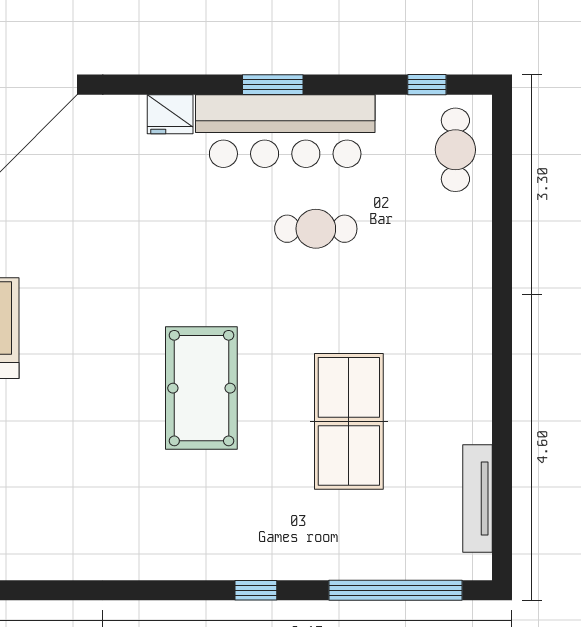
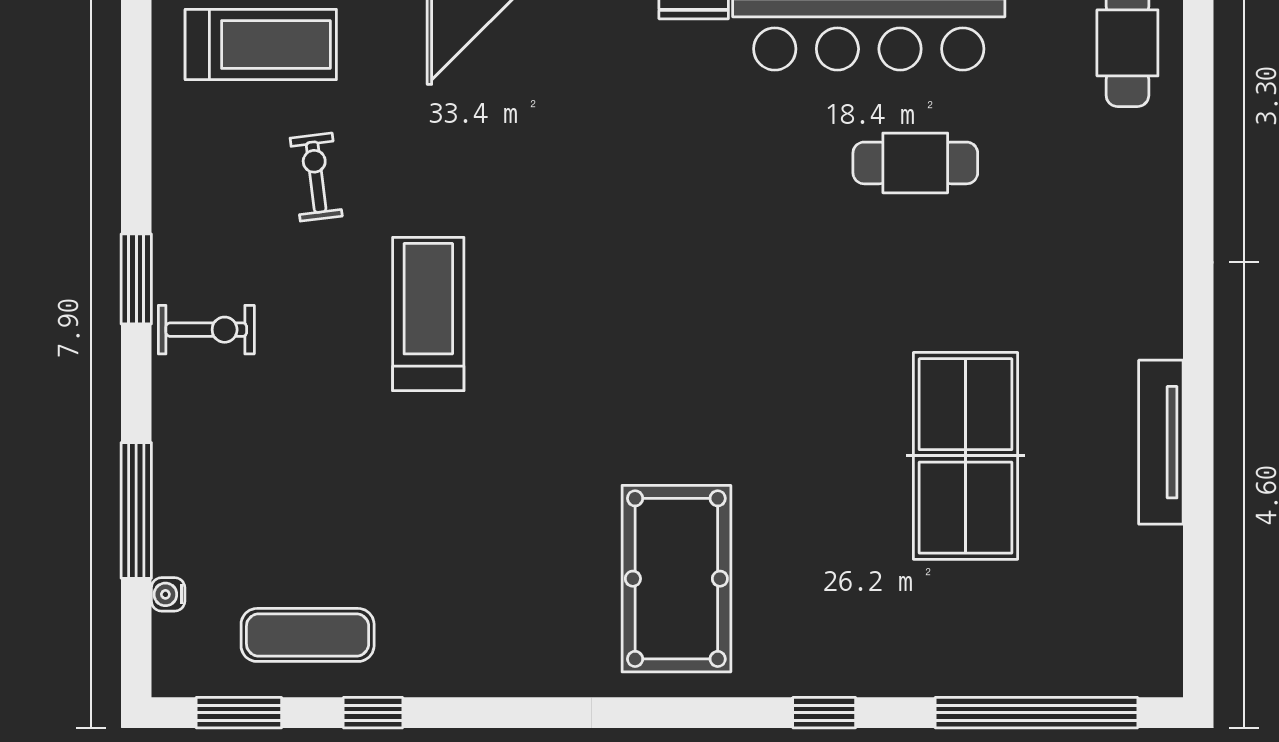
pool table: (201, 388) -> (676, 579), moved
tv unit: (477, 499) -> (1161, 442), moved

